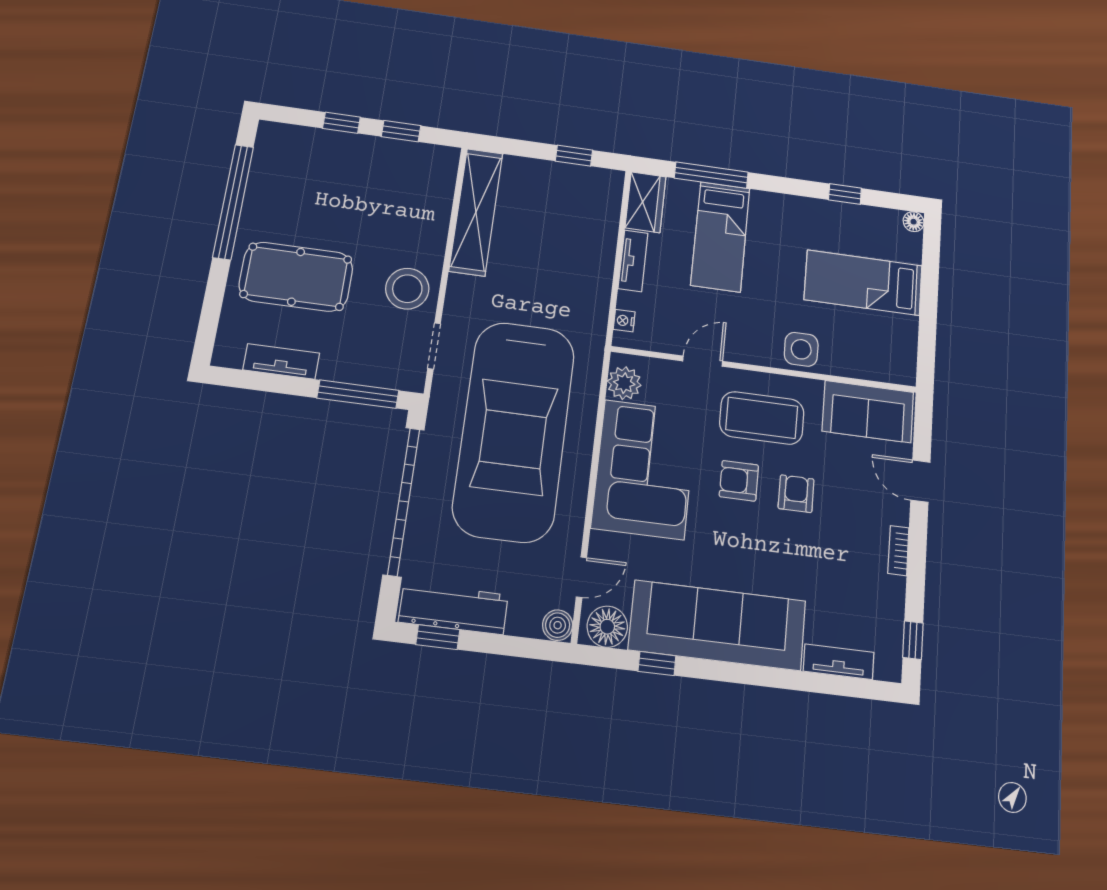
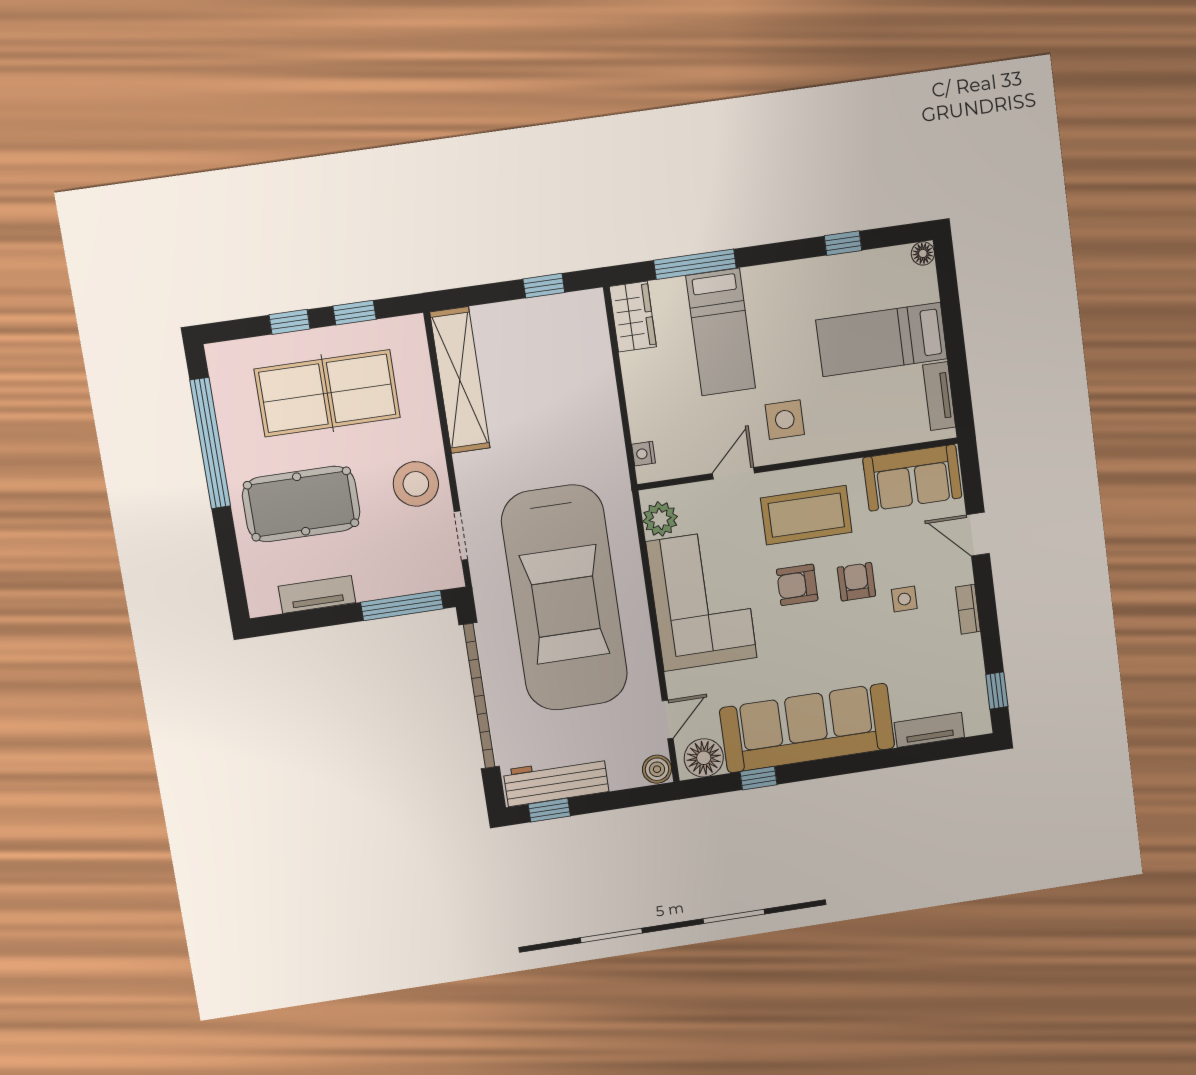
table tennis table: (354, 190) -> (327, 393), added
tv unit: (633, 261) -> (939, 396), moved, turned 180
side table: (801, 349) -> (785, 420), moved
side table: (839, 523) -> (904, 599), added

